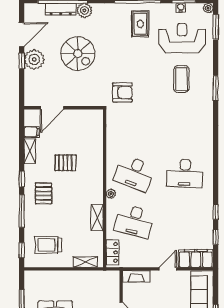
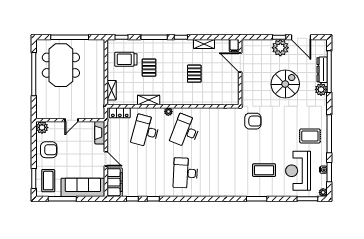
reception desk: (182, 38) -> (298, 171), turned 180
spiral stairs: (78, 54) -> (285, 84), turned 180
armchair: (122, 92) -> (253, 121), turned -90
filing cabinet: (32, 132) -> (234, 46), moved
pallet: (44, 193) -> (149, 68), moved, turned 90
trolley: (48, 245) -> (126, 59), turned -90

